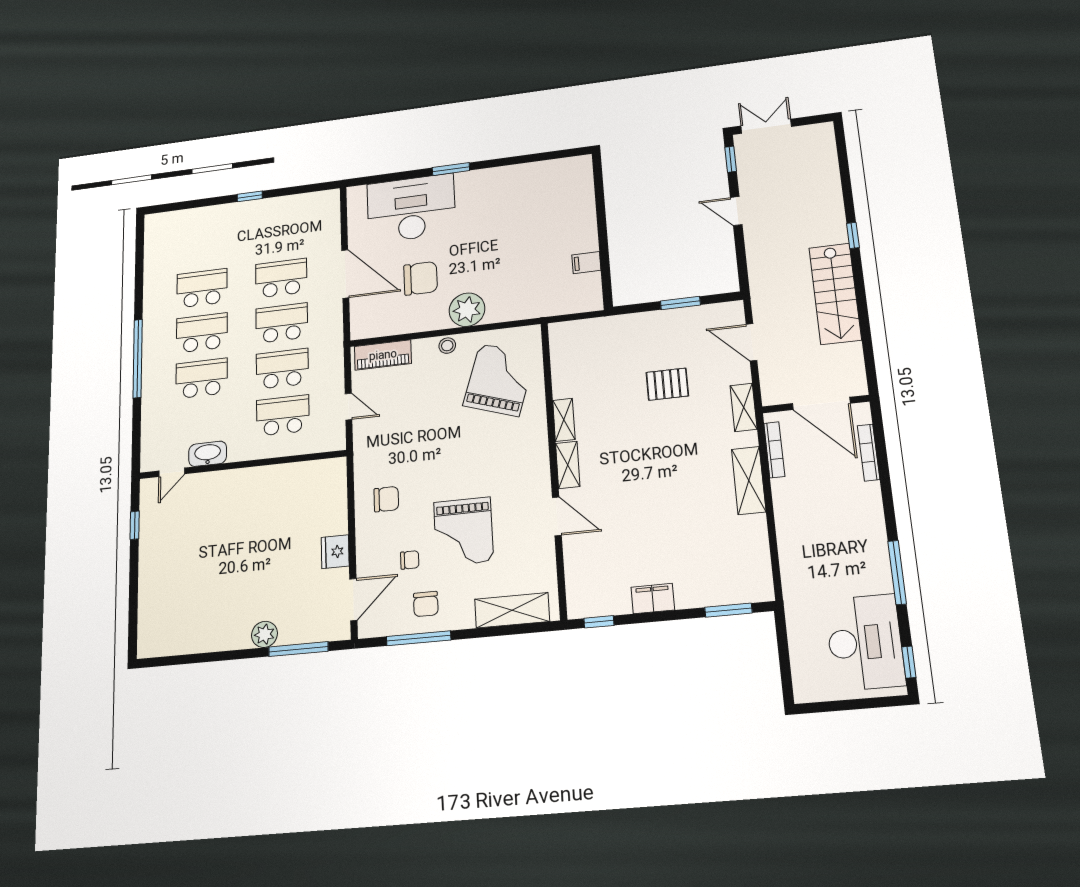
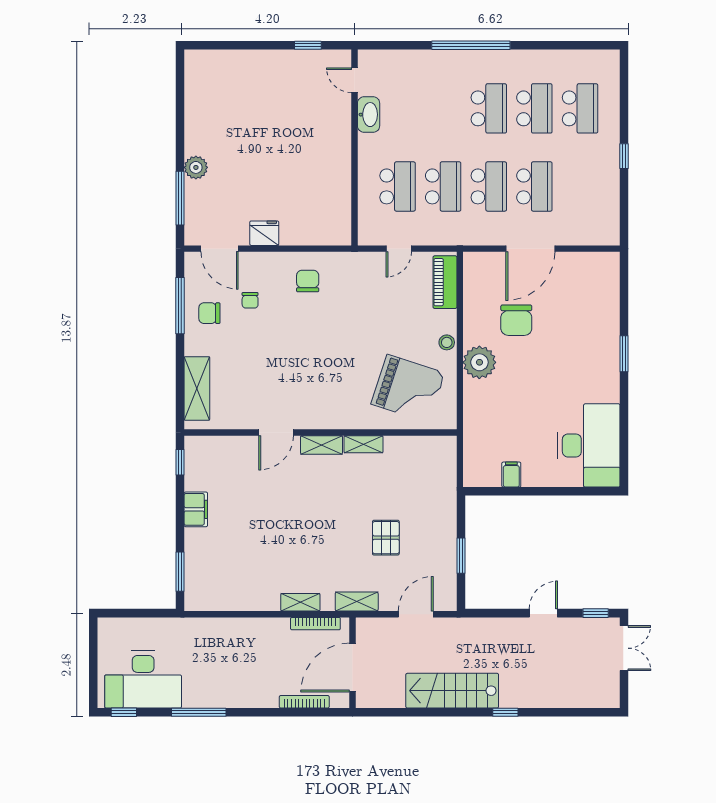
desk: (411, 208) -> (589, 445), moved
school desk: (202, 378) -> (580, 108), moved
shelving: (749, 480) -> (300, 602), width x0.67, depth x0.75
chair: (386, 499) -> (308, 281), turned 180
grand piano: (463, 532) -> (271, 349), removed

